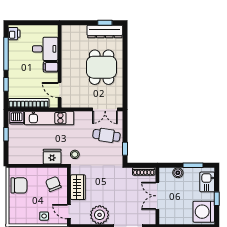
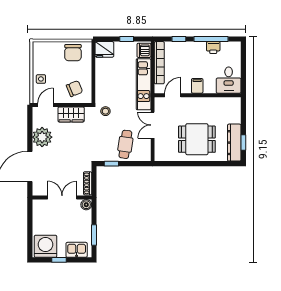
printer: (14, 34) -> (213, 48), moved
desk: (45, 49) -> (229, 80), moved
double door: (105, 109) -> (153, 125), moved
fridge: (52, 157) -> (104, 49), moved, turned 90
boiler: (178, 173) -> (86, 205), moved

